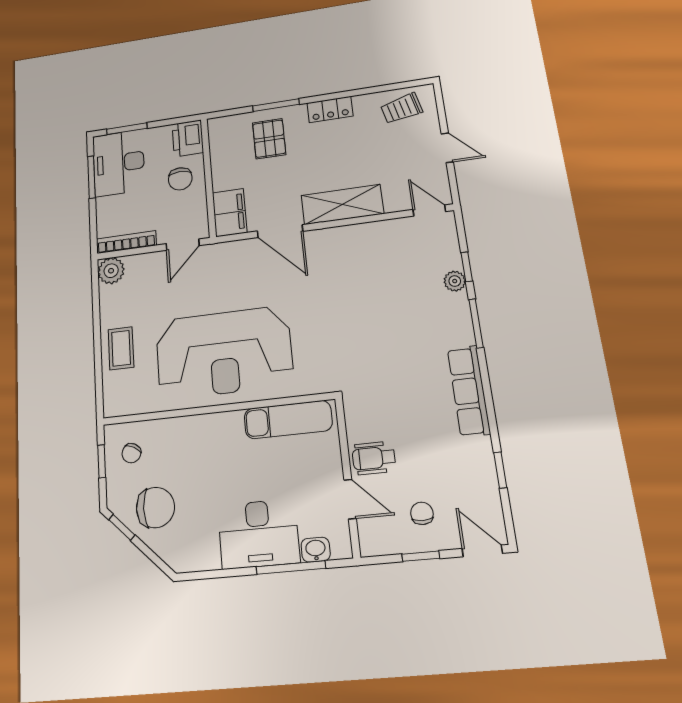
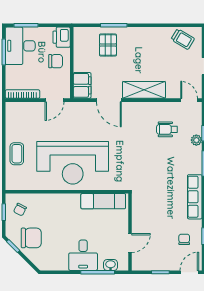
trolley: (402, 108) -> (183, 39), turned -136
locker: (330, 110) -> (144, 33), removed
chair: (180, 179) -> (56, 61), turned -90
plant: (111, 271) -> (13, 109), removed
wheelchair: (374, 458) -> (167, 129), moved
door: (350, 499) -> (130, 243), hinge flipped
chair: (422, 513) -> (184, 239), moved
desk: (259, 534) -> (83, 255), width x0.73
door: (482, 551) -> (189, 272), hinge flipped

